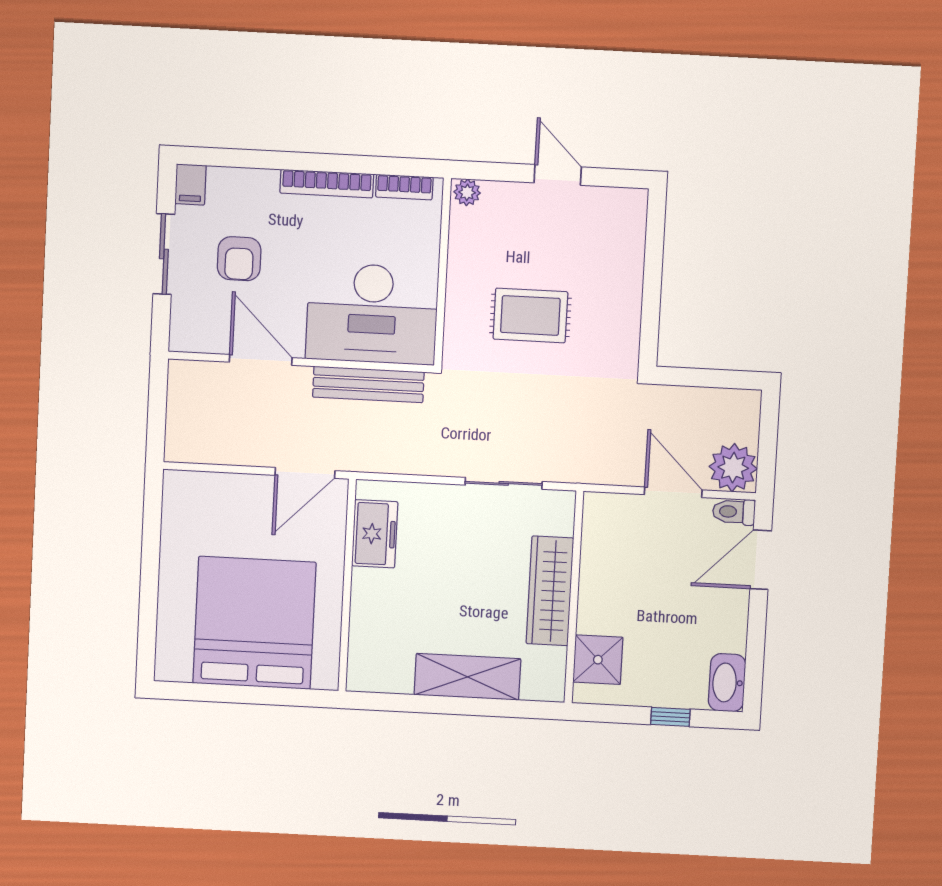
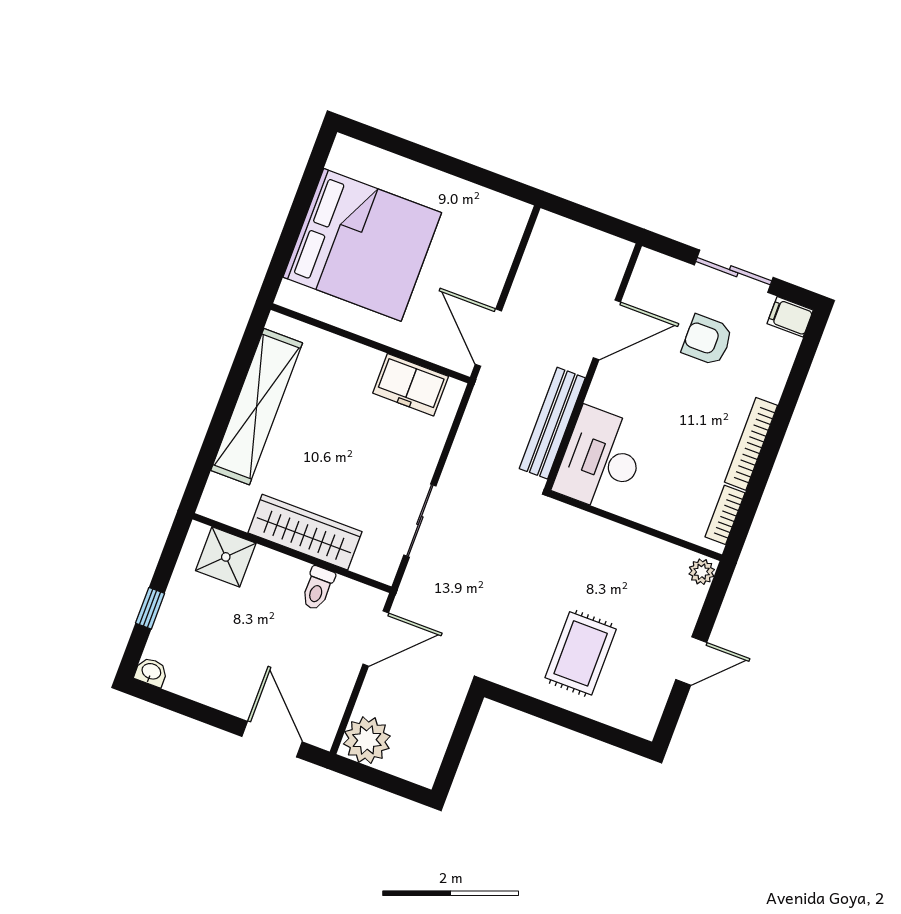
desk: (372, 314) -> (601, 460), width x0.73, depth x0.77
rug: (530, 315) -> (581, 653), moved
door: (673, 492) -> (376, 639), moved
toilet: (734, 512) -> (318, 588), moved, turned 180
shelving: (467, 677) -> (257, 407), width x1.47
washbasin: (727, 683) -> (151, 672), width x0.52, depth x0.69

